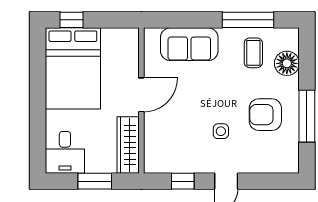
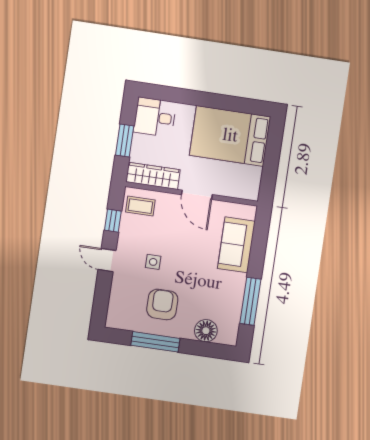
window: (71, 20) -> (274, 141), removed
coffee table: (253, 53) -> (140, 206), moved

